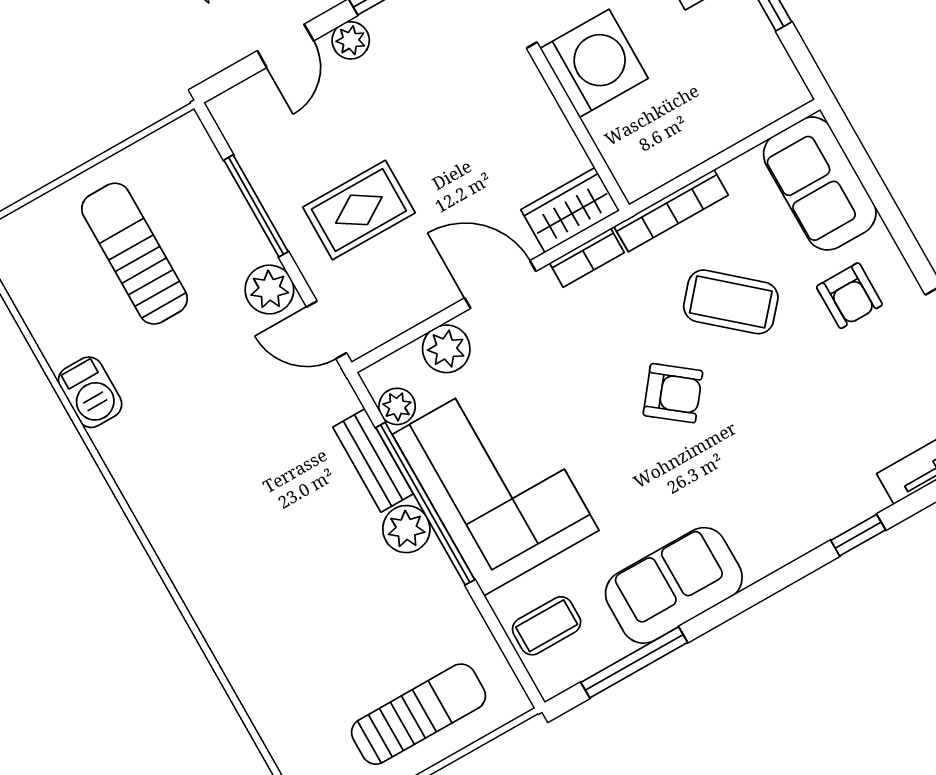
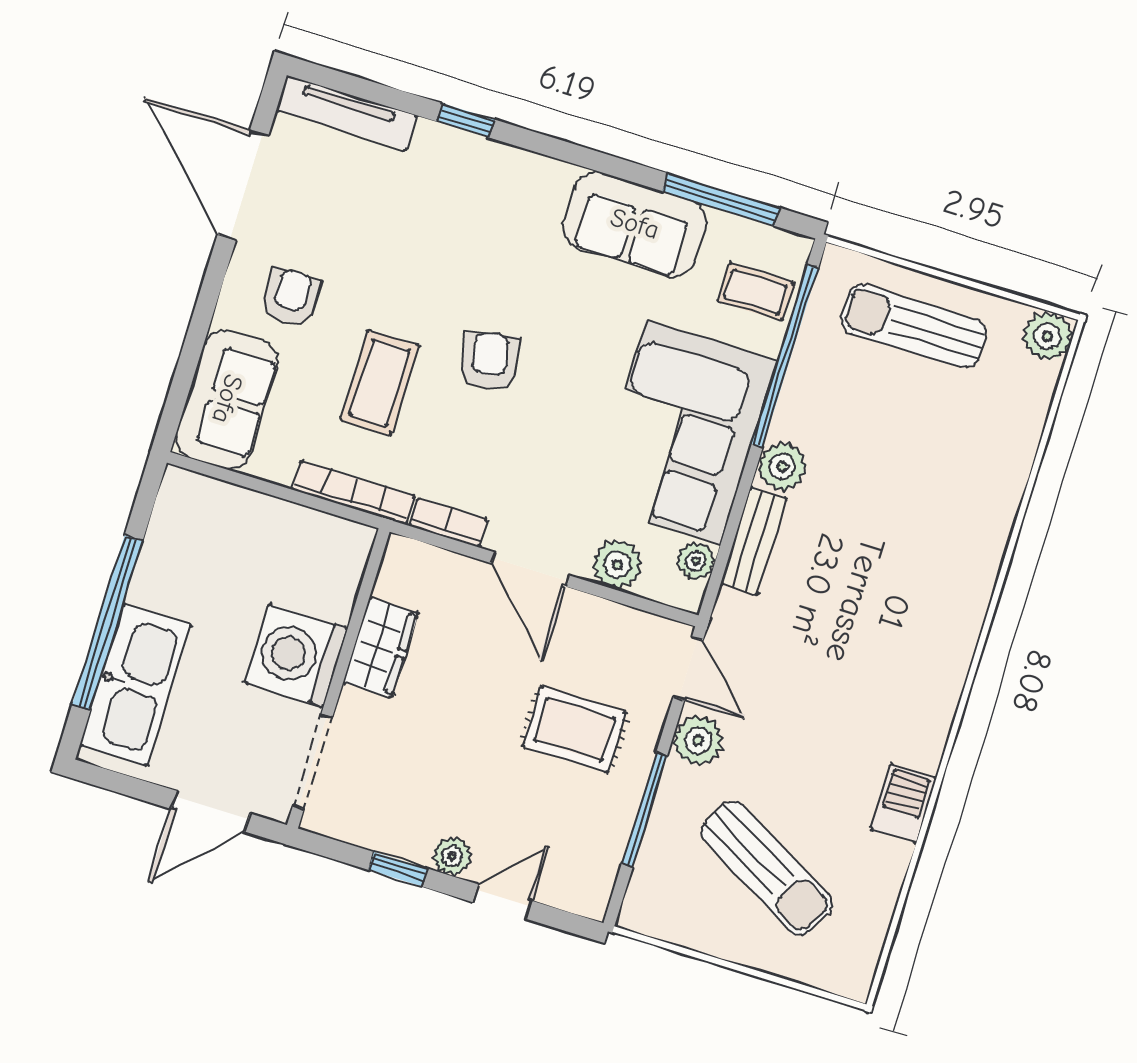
wardrobe: (570, 210) -> (381, 647), moved, turned -90
sun lounger: (134, 254) -> (767, 868), turned -61
coffee table: (731, 302) -> (380, 383), turned 49
armchair: (673, 393) -> (490, 362), turned 41
window: (425, 504) -> (785, 356), moved

